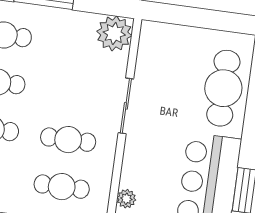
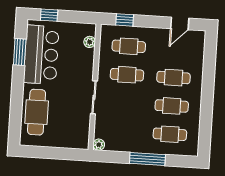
plant: (114, 33) -> (99, 145), width x0.53, depth x0.53

